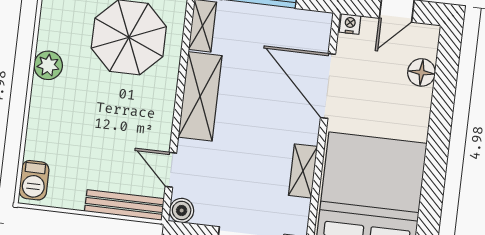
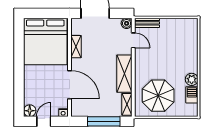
floor lamp: (421, 72) -> (30, 111), moved
barbecue: (34, 180) -> (192, 95), moved
bench: (124, 205) -> (147, 23), width x0.73

